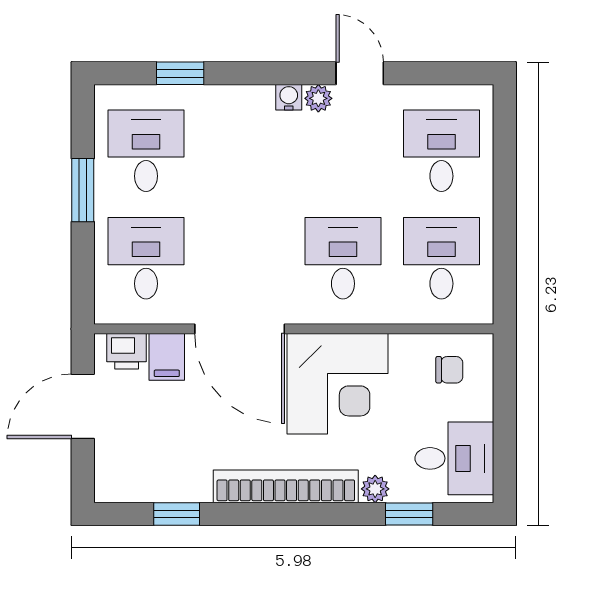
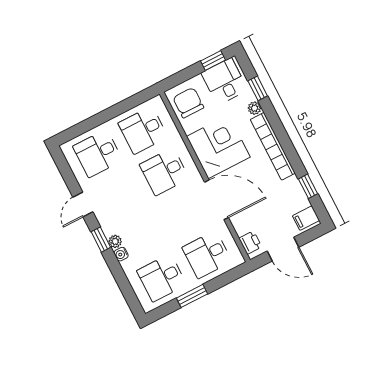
window: (180, 73) -> (101, 240), moved
water cooler: (289, 97) -> (121, 254), moved
plant: (318, 98) -> (115, 241), moved
door: (240, 329) -> (216, 200), hinge flipped
filing cabinet: (167, 357) -> (306, 218), moved, turned 180
chair: (449, 370) -> (188, 103), width x1.87, depth x1.87
window: (505, 457) -> (213, 60), added

